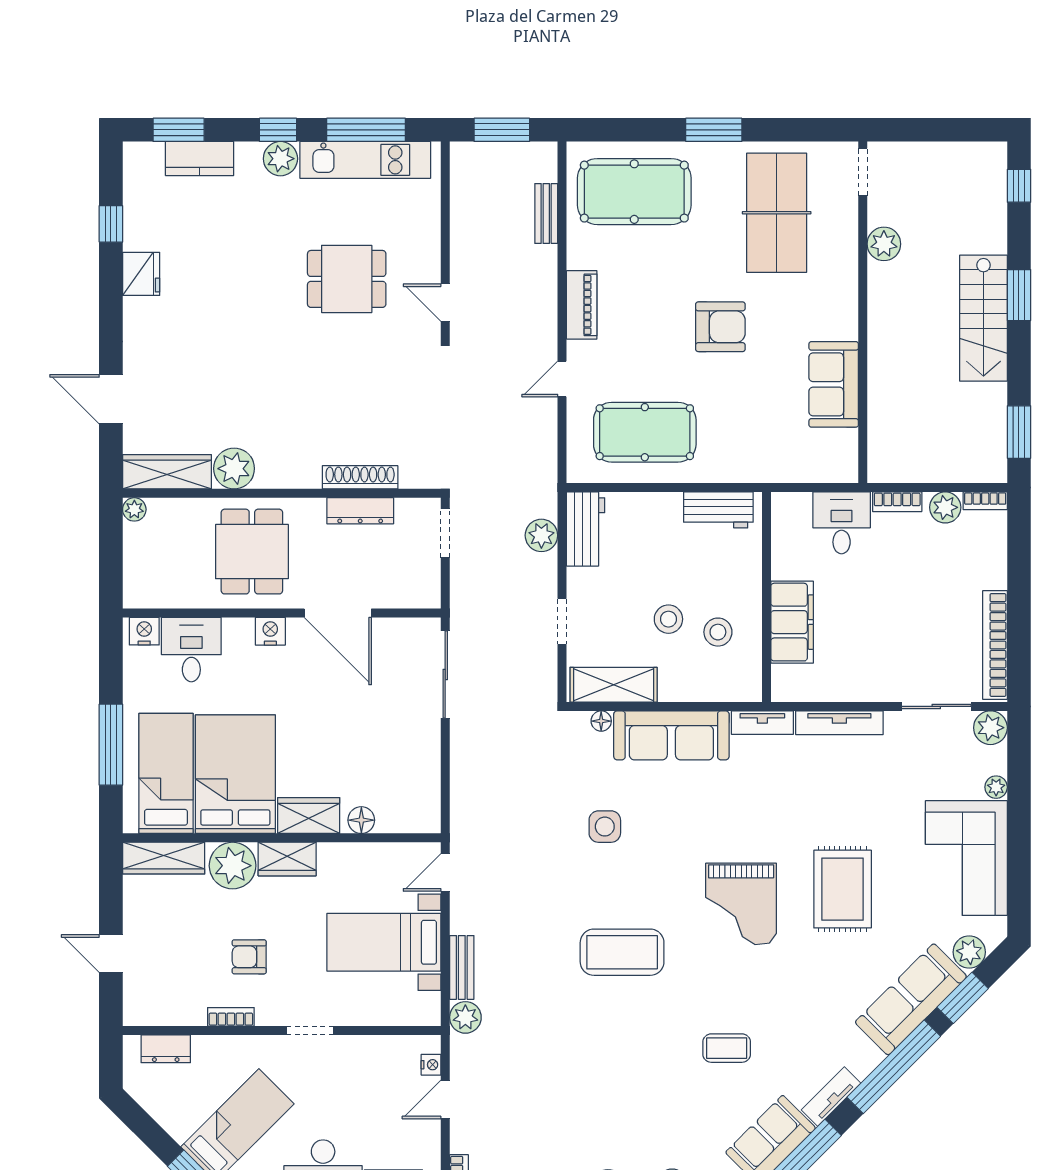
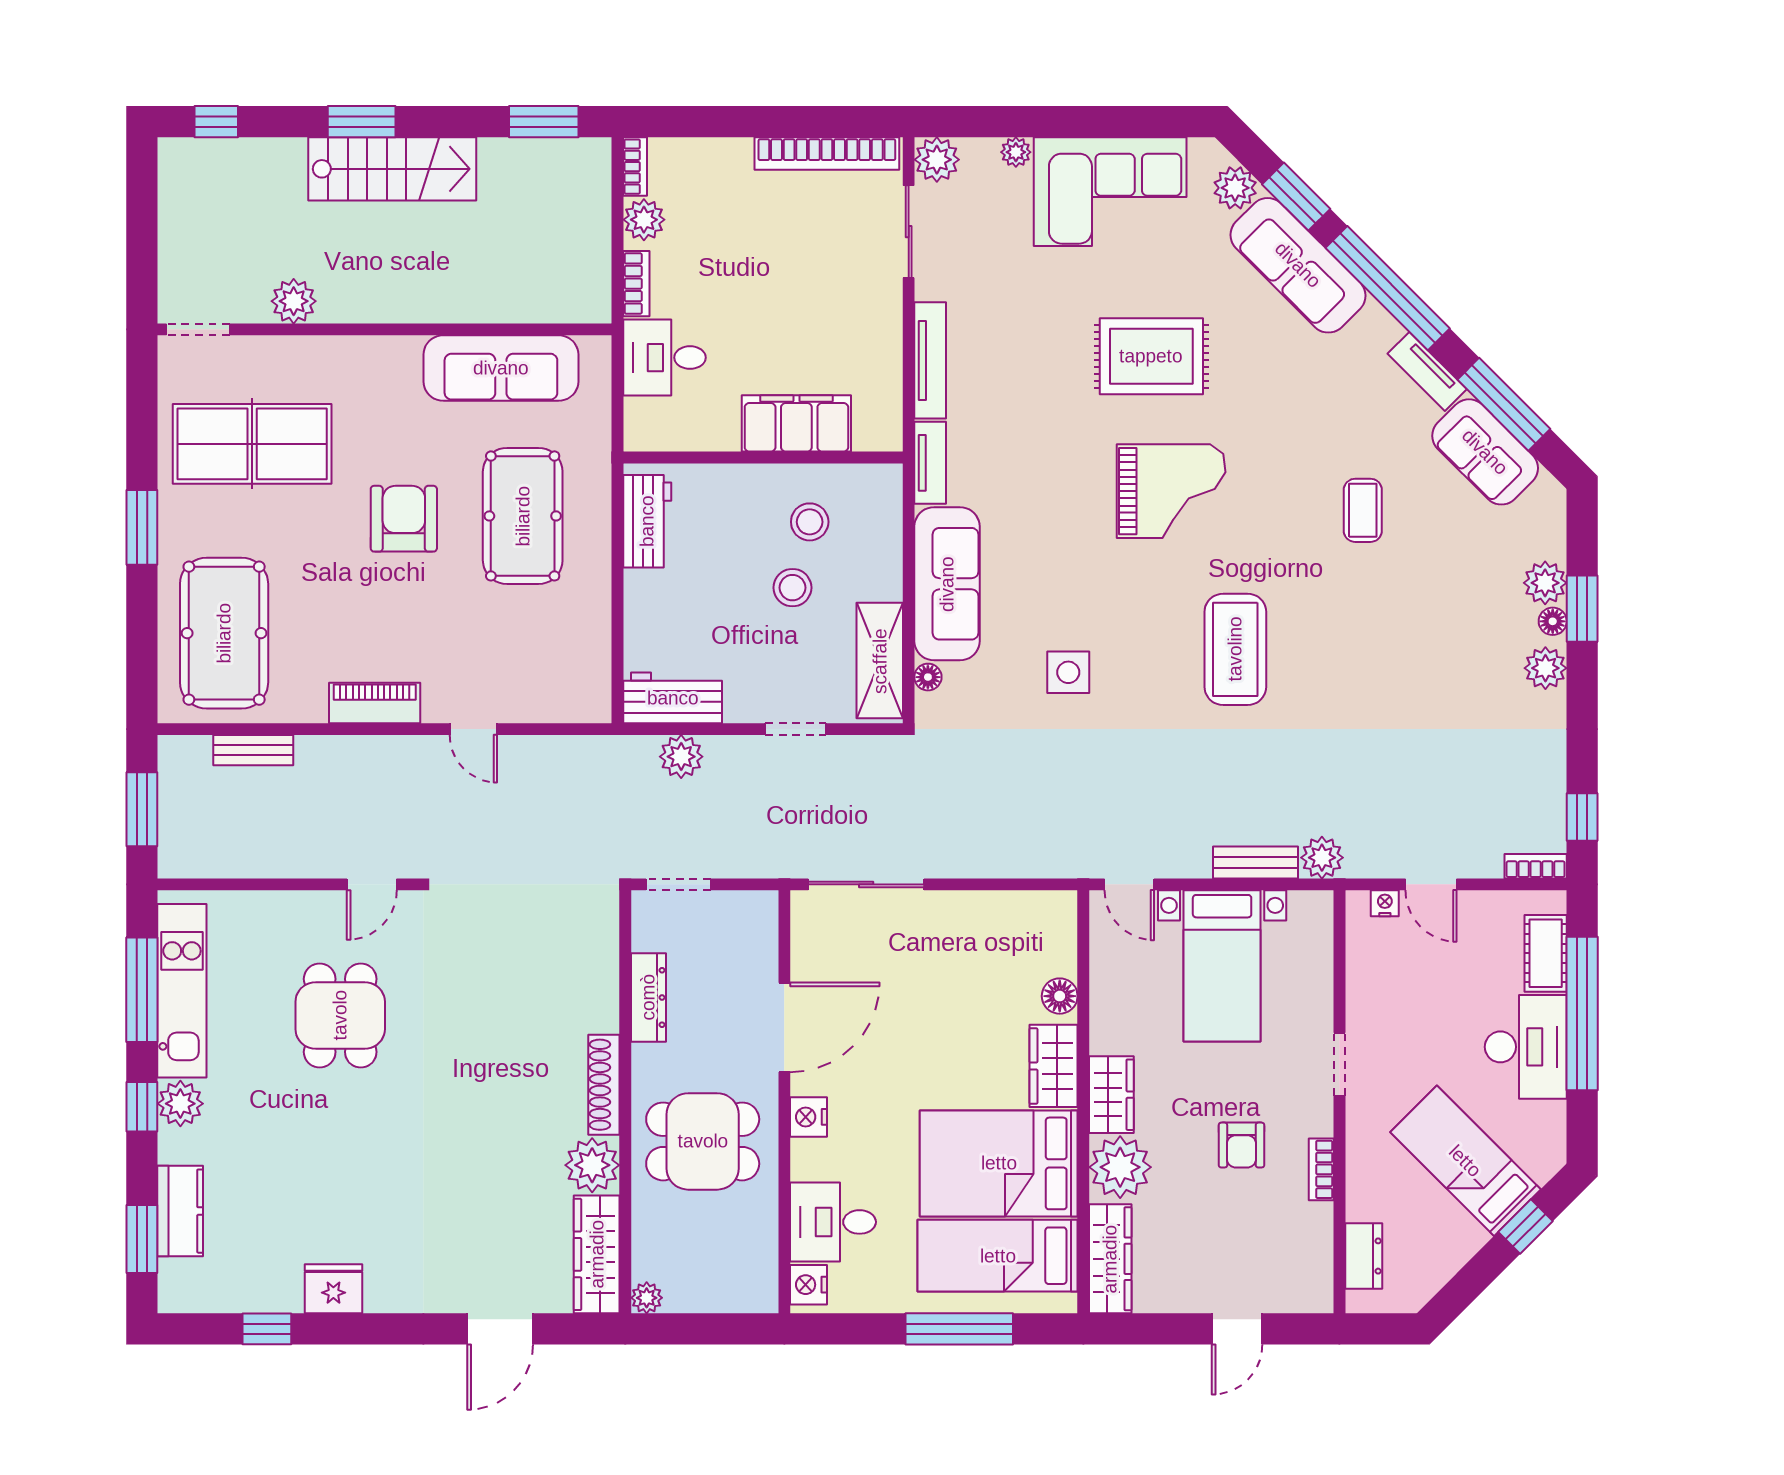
sofa: (834, 384) -> (501, 368), width x1.36
pool table: (645, 432) -> (523, 516), moved
shoe rack: (360, 477) -> (604, 1085), moved

